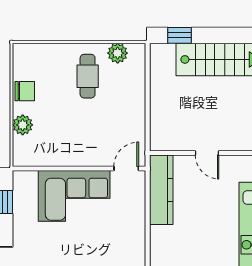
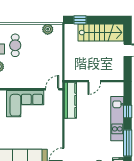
cafe table: (88, 76) -> (15, 45), moved
door: (207, 153) -> (94, 81), hinge flipped

